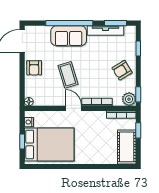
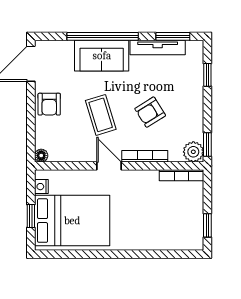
armchair: (122, 70) -> (150, 112), moved
window: (138, 130) -> (207, 225), moved
cot: (127, 147) -> (190, 224), removed

